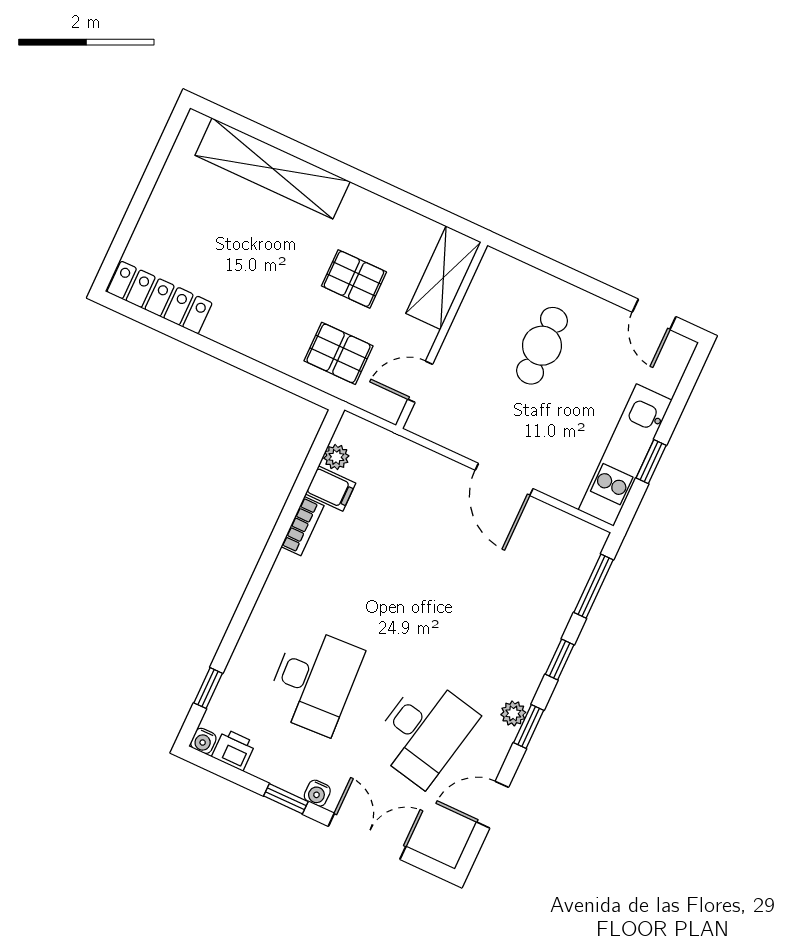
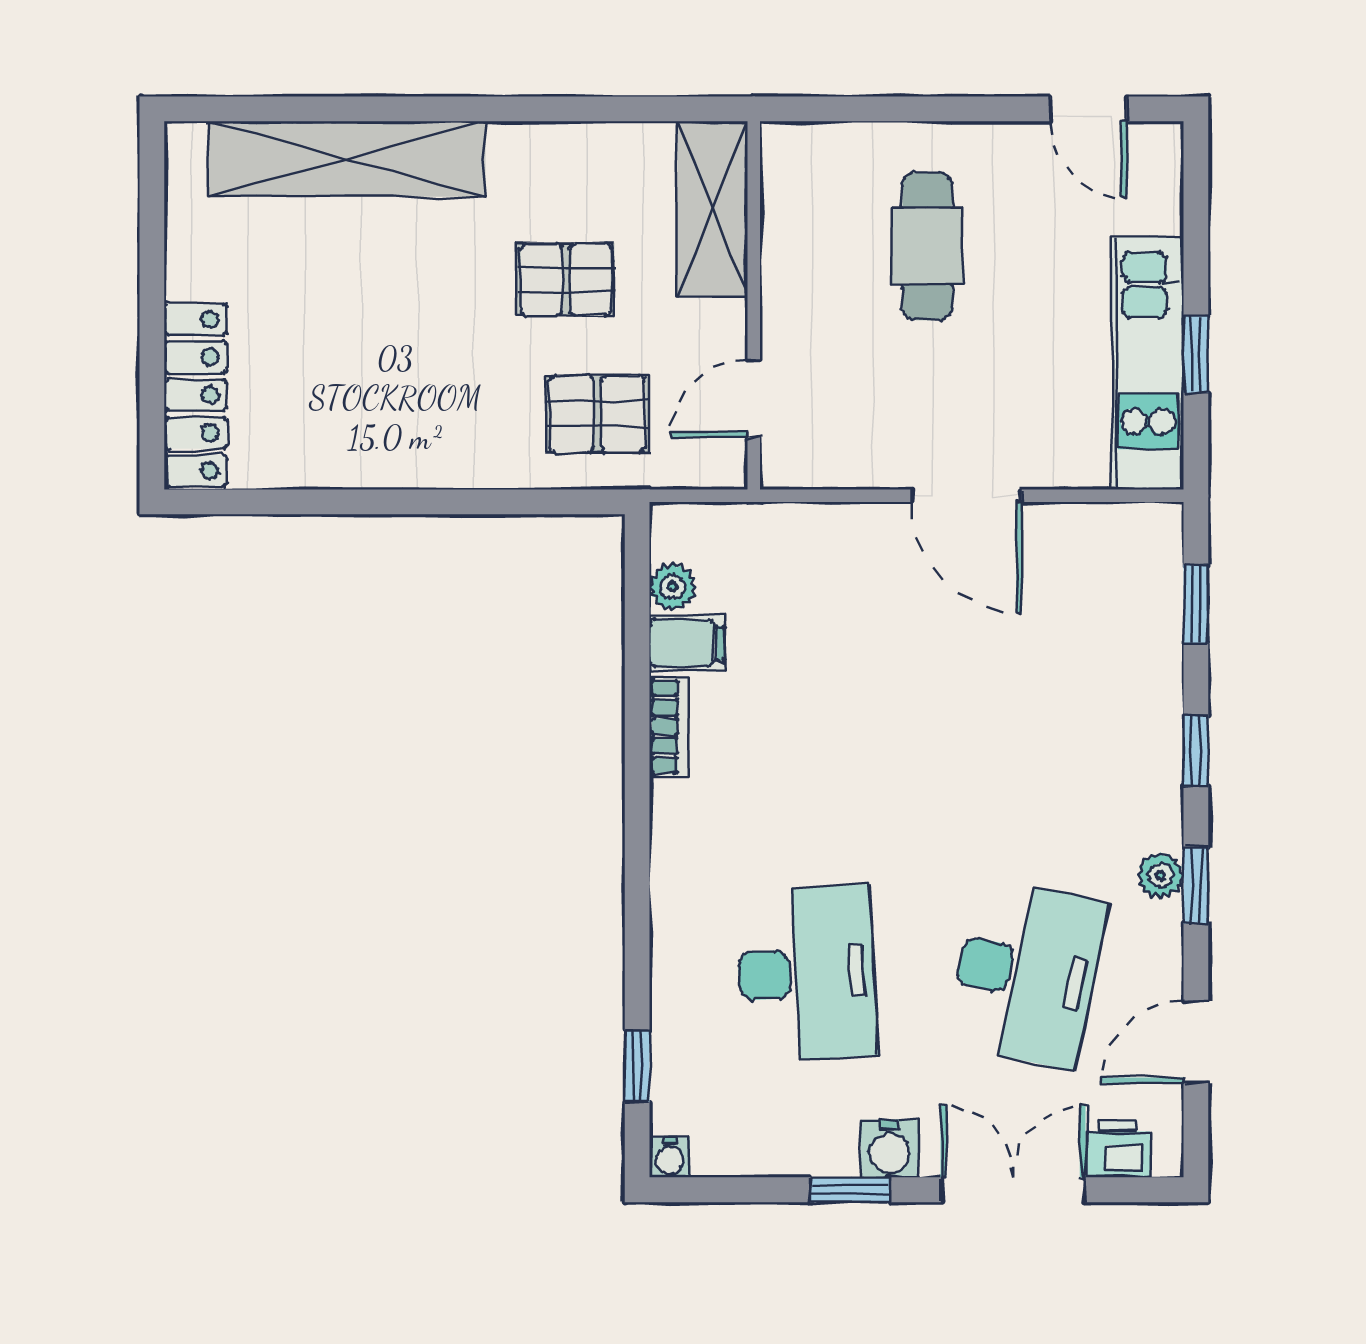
locker: (160, 297) -> (196, 395), moved, turned 90
window: (594, 586) -> (1196, 604), width x0.67
printer: (234, 750) -> (1118, 1149), moved
water cooler: (317, 793) -> (890, 1149), width x1.38, depth x1.38

